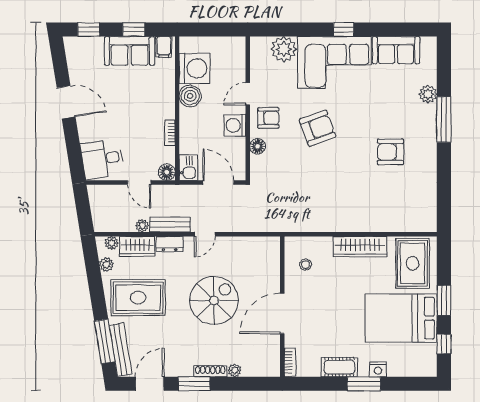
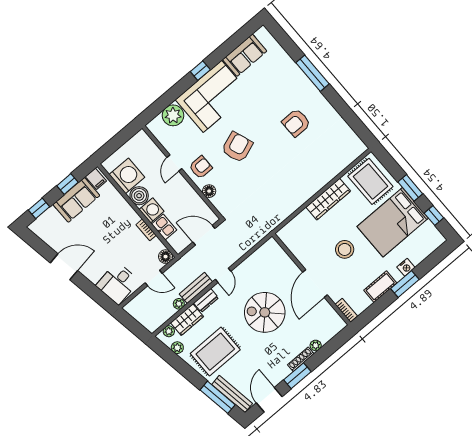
plant: (428, 94) -> (289, 66), removed
washing machine: (235, 125) -> (152, 210), moved, turned 180
kitchen sink: (188, 168) -> (164, 227), moved
stool: (306, 265) -> (345, 249), moved, width x1.89, depth x1.89
spiral stairs: (214, 301) -> (265, 312), turned -90

